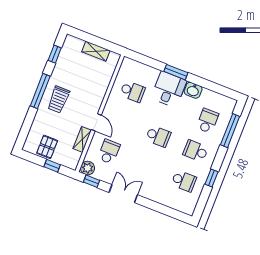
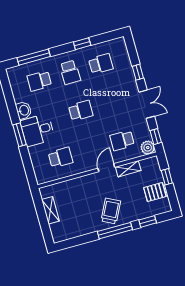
window: (55, 54) -> (148, 221), moved
school desk: (132, 91) -> (61, 157), turned 90
trolley: (58, 100) -> (111, 211), turned -63
school desk: (158, 136) -> (81, 111), turned 90
school desk: (184, 181) -> (101, 64), turned 90
double door: (123, 194) -> (147, 104), swing flipped
window: (155, 206) -> (138, 72), added

